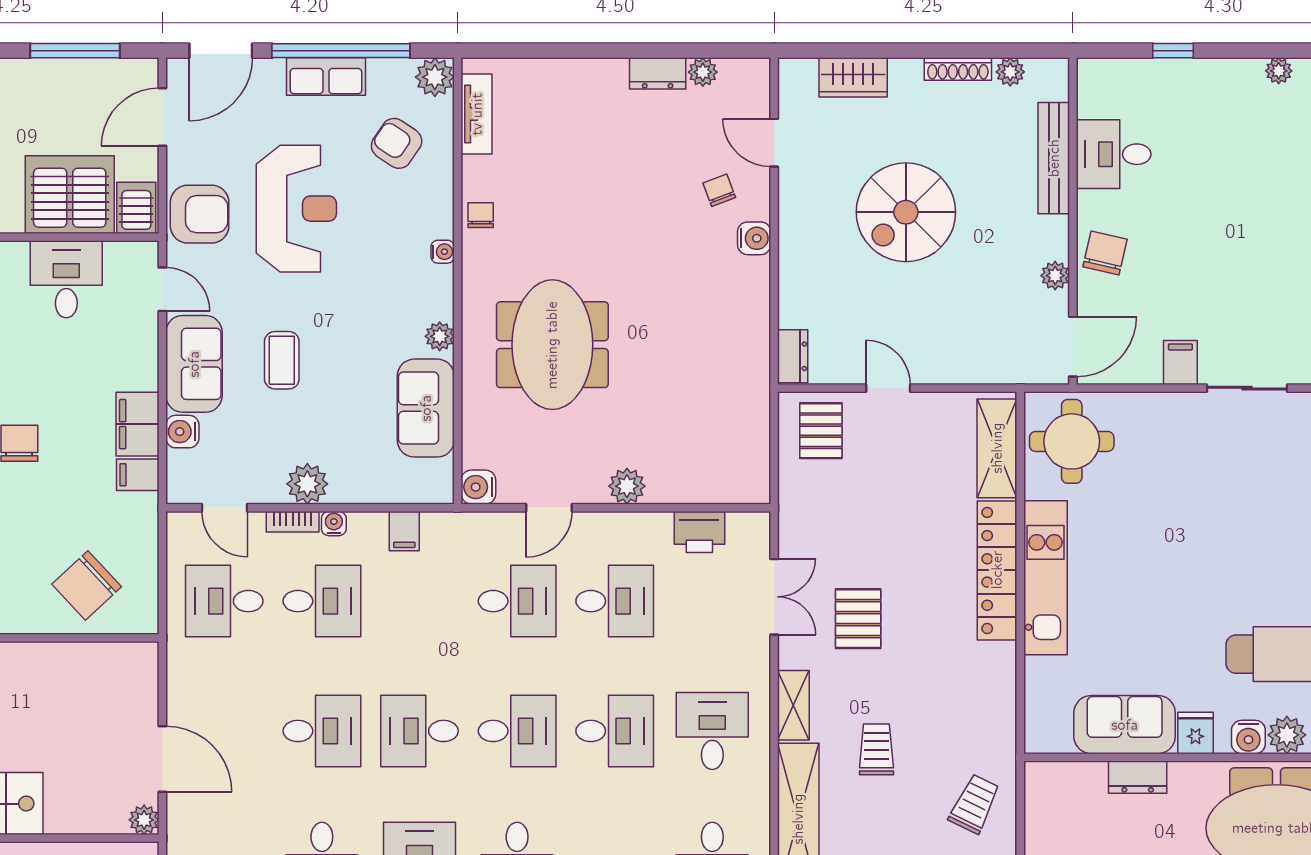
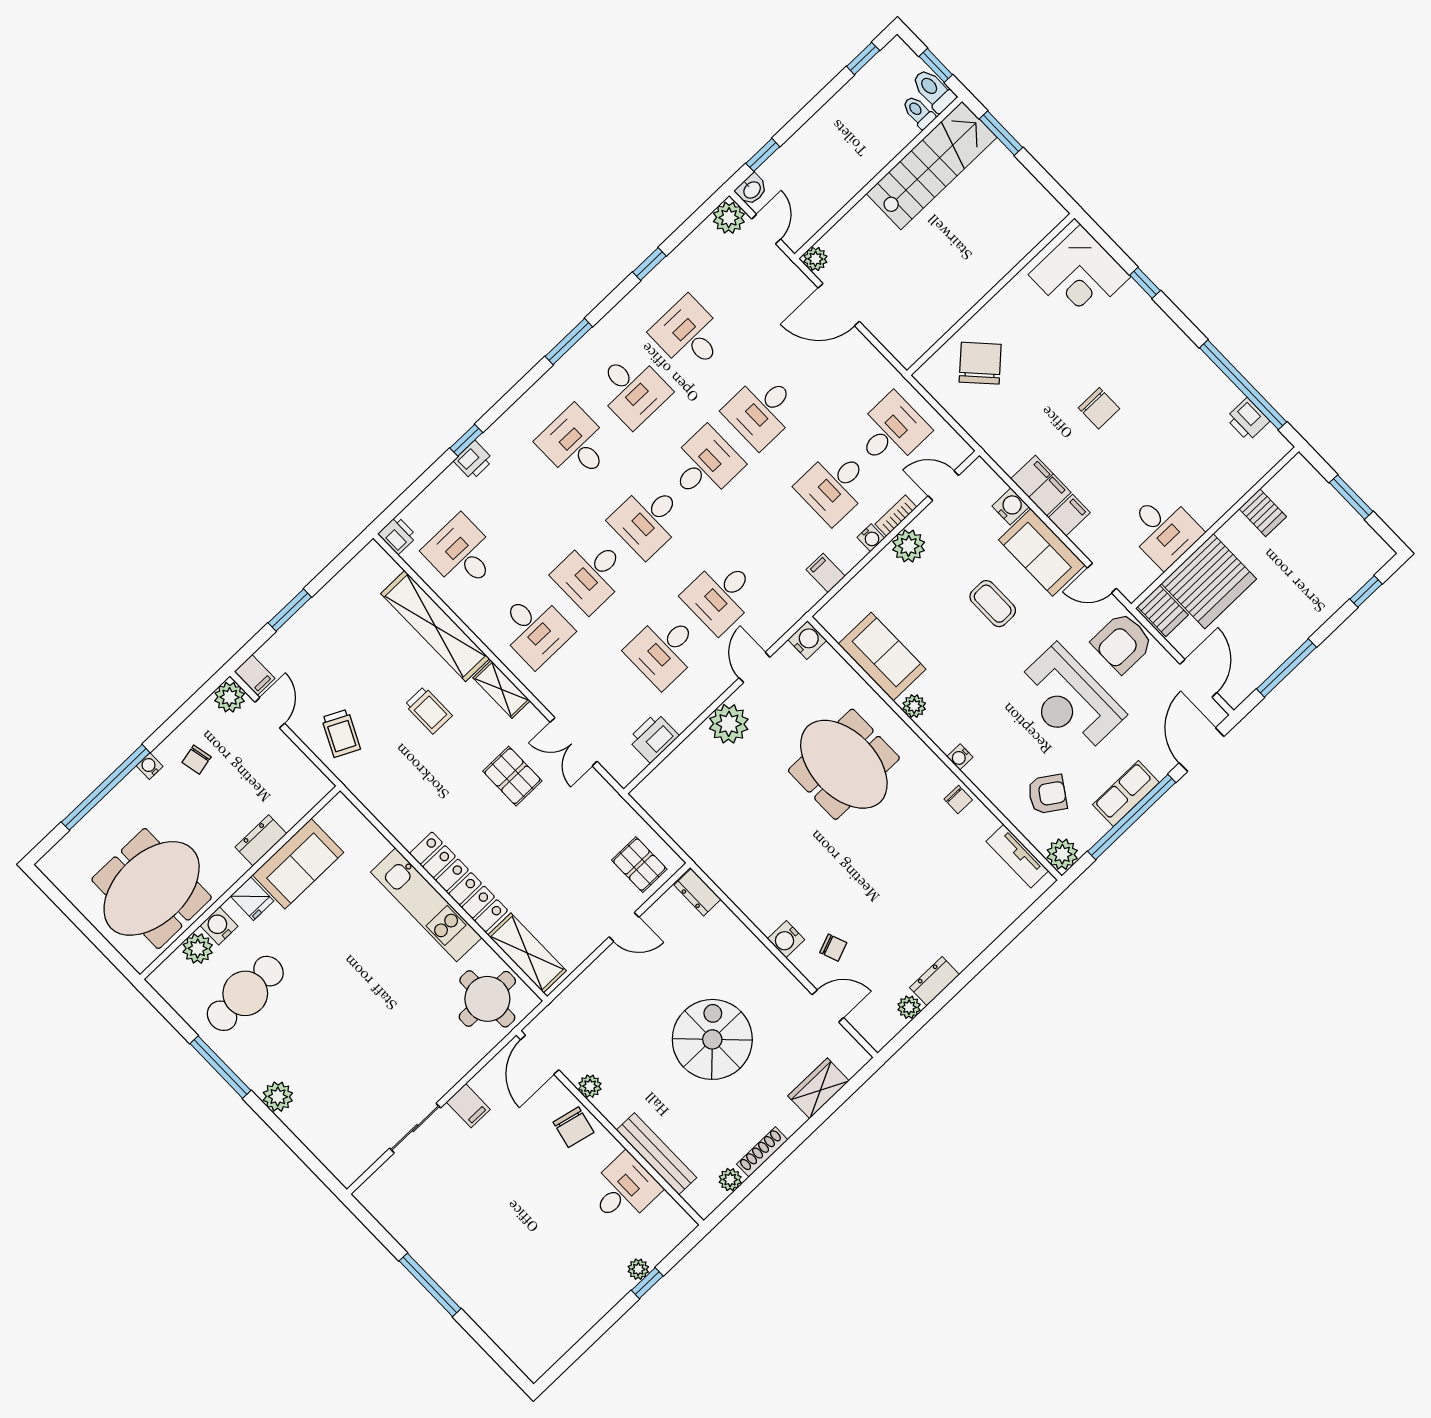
plant: (1279, 71) -> (638, 1269), moved
filing cabinet: (138, 475) -> (1069, 515), moved
plant: (627, 486) -> (729, 724), width x1.36, depth x1.36

